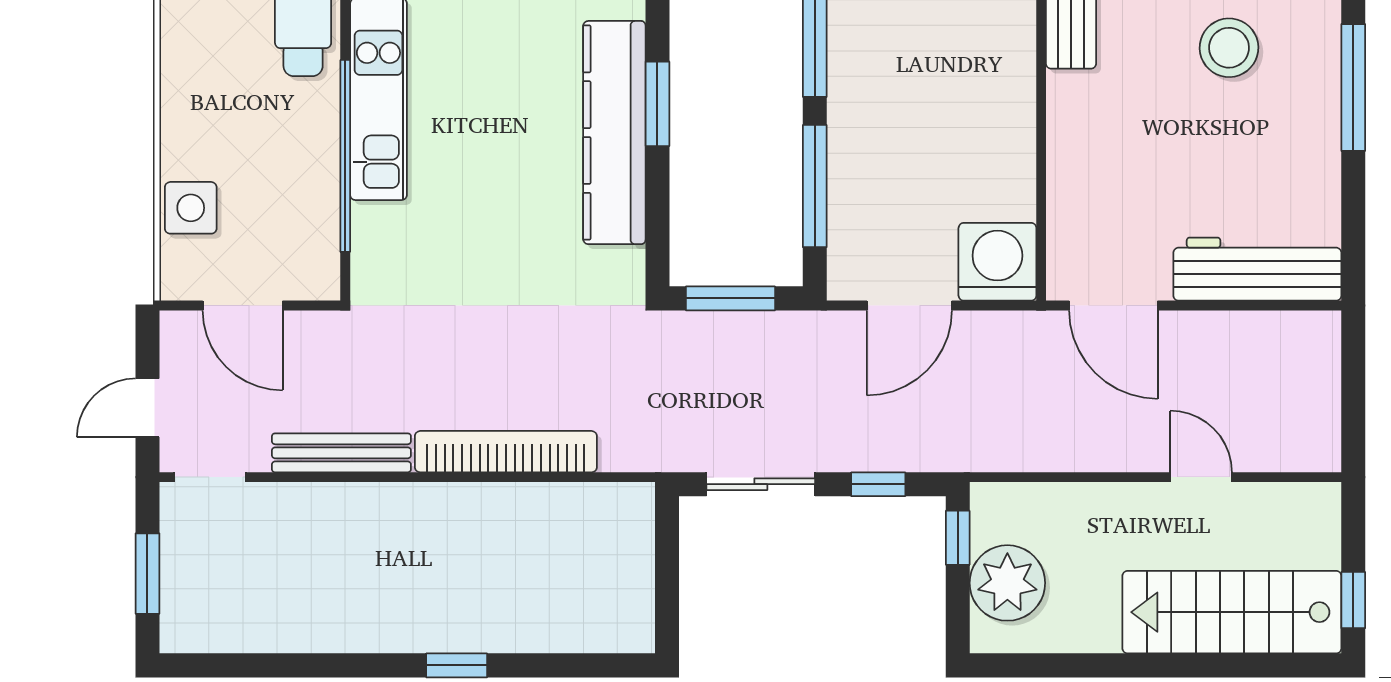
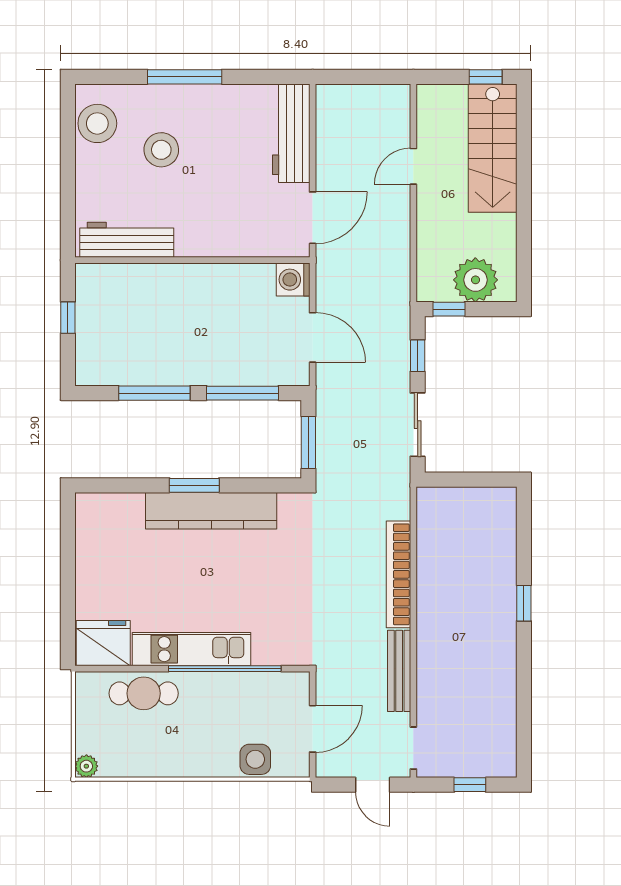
washing machine: (997, 262) -> (293, 280), width x0.73, depth x0.73
window: (147, 574) -> (470, 785), width x0.67

